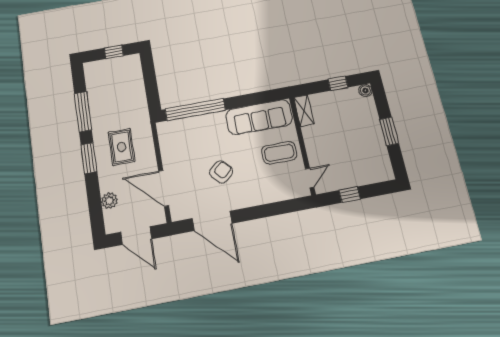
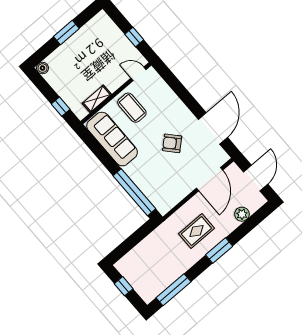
window: (338, 83) -> (61, 107), moved
shelving: (304, 111) -> (97, 99), moved
window: (83, 112) -> (174, 290), moved

